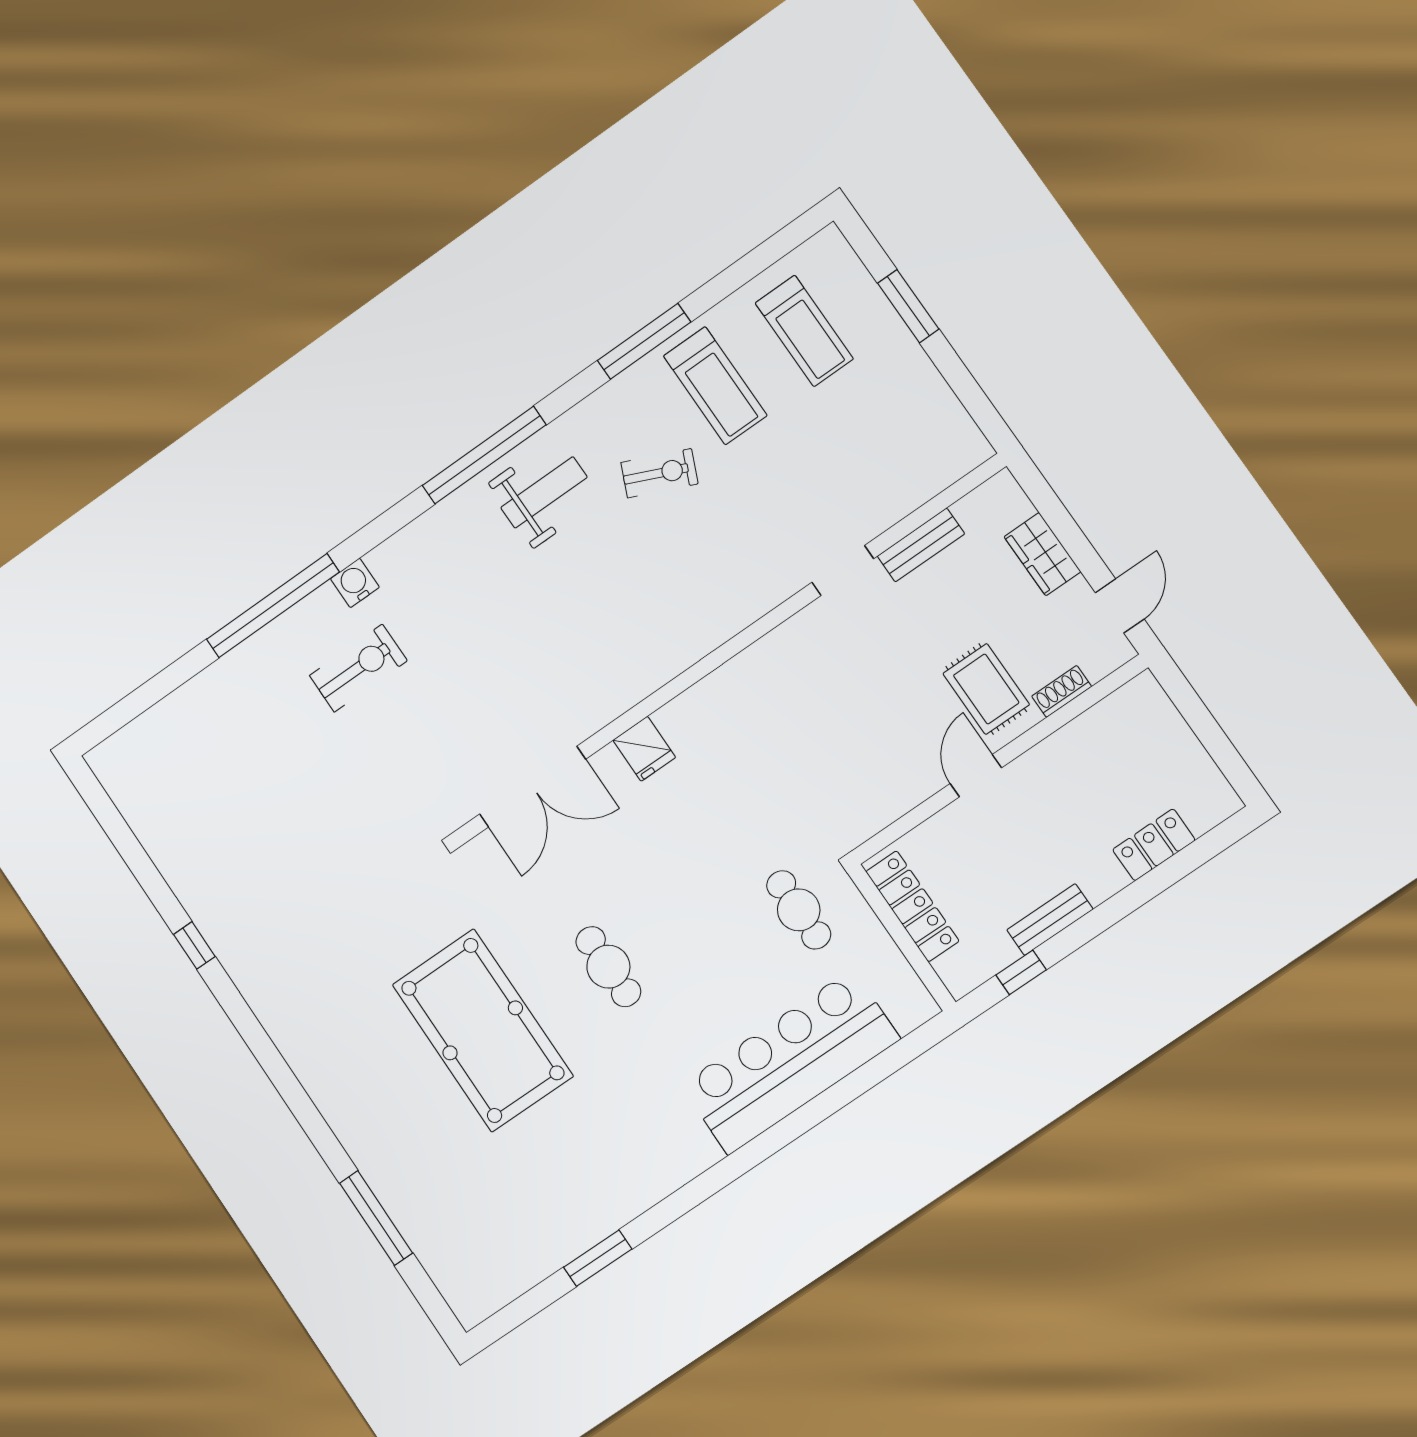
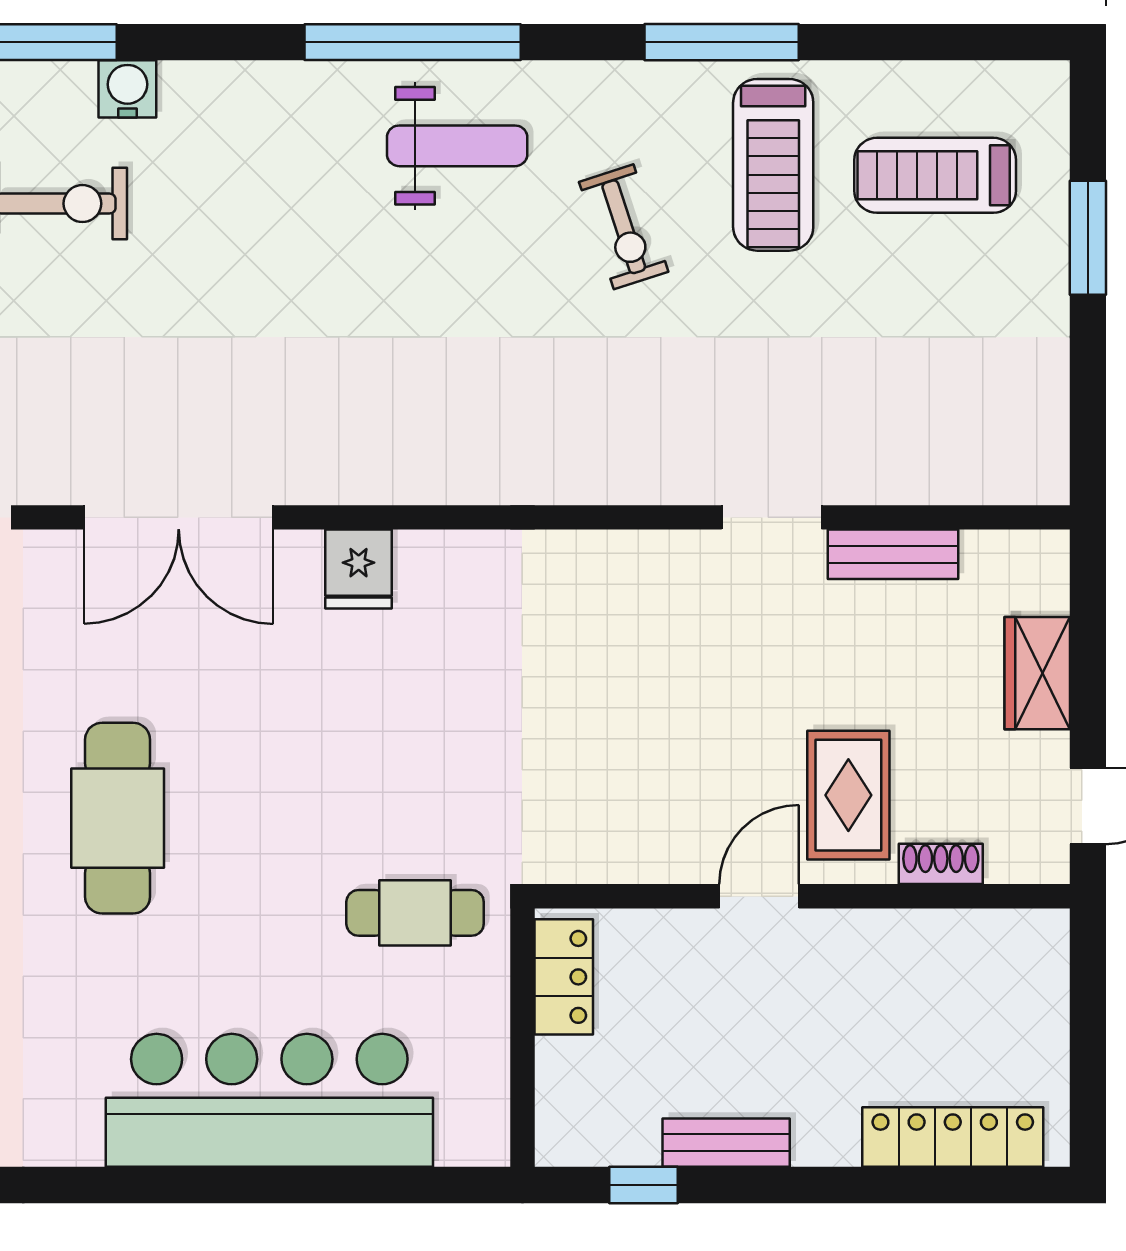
treadmill: (804, 331) -> (935, 175), turned 90
exercise bike: (659, 473) -> (624, 227), turned 48
locker: (1154, 845) -> (953, 1137), width x1.53
locker: (912, 906) -> (564, 977), width x0.66
cafe table: (799, 910) -> (415, 913), turned 90
cafe table: (608, 967) -> (118, 818), width x1.37, depth x1.35

